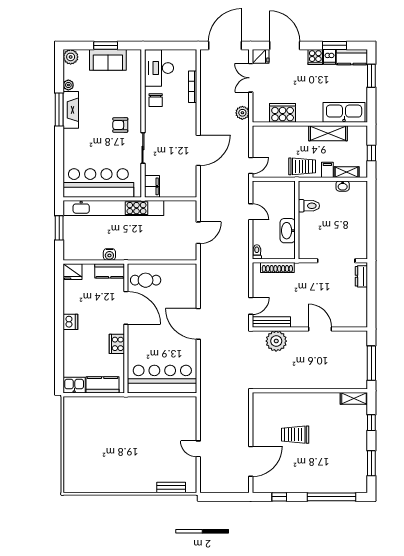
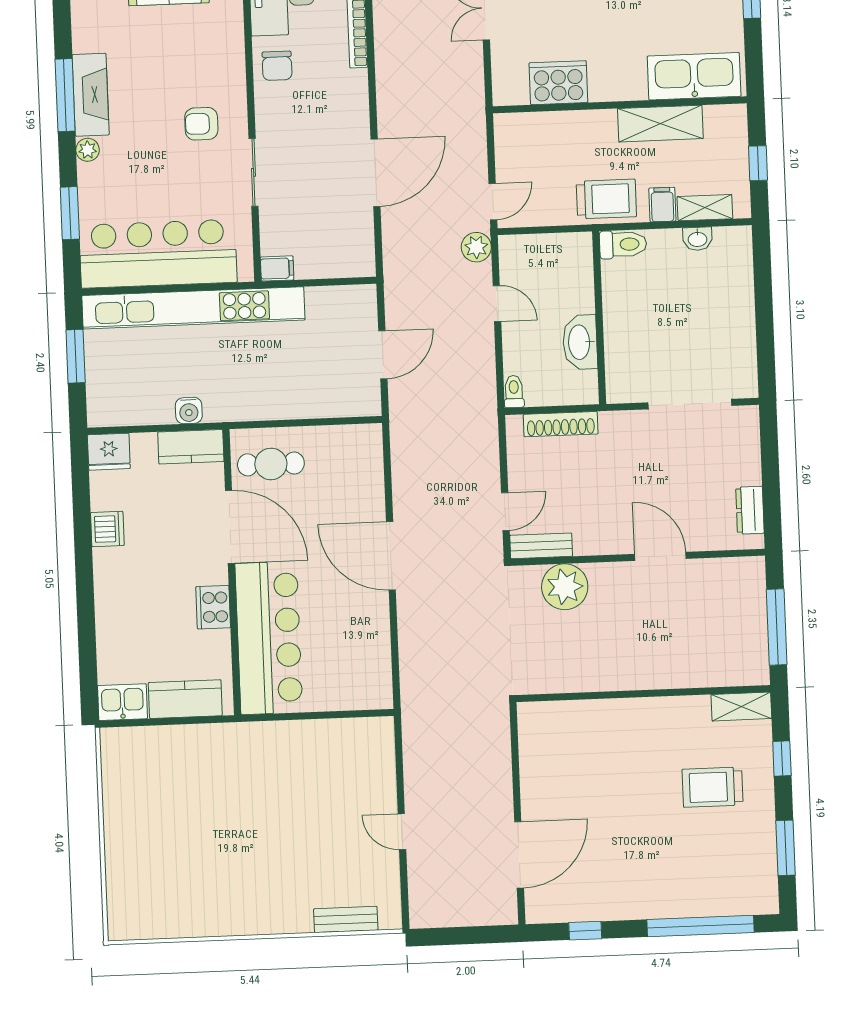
plant: (68, 85) -> (88, 150), moved
plant: (242, 113) -> (476, 247), moved
window: (59, 163) -> (70, 213), added
filing cabinet: (152, 186) -> (277, 268), width x0.50
toilet: (309, 206) -> (623, 244), moved
dresser: (361, 276) -> (750, 510), moved
dishwasher: (70, 322) -> (107, 529), moved
bench: (271, 322) -> (541, 546), width x0.73
bar counter: (162, 379) -> (269, 638), moved, turned 90
trolley: (295, 435) -> (712, 787), moved

